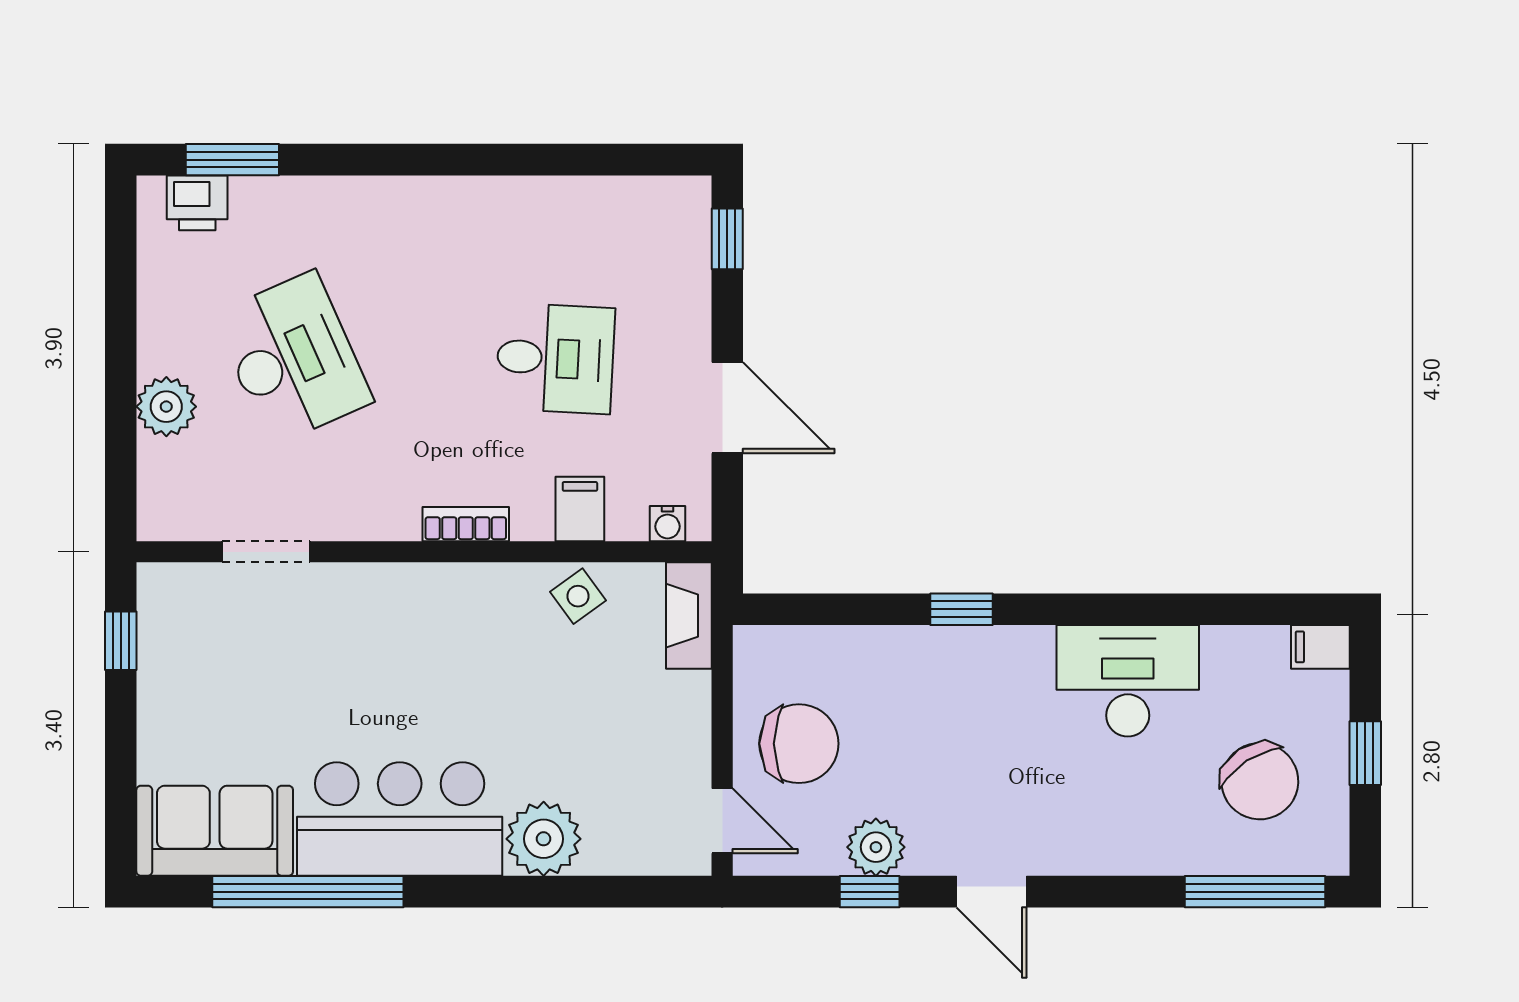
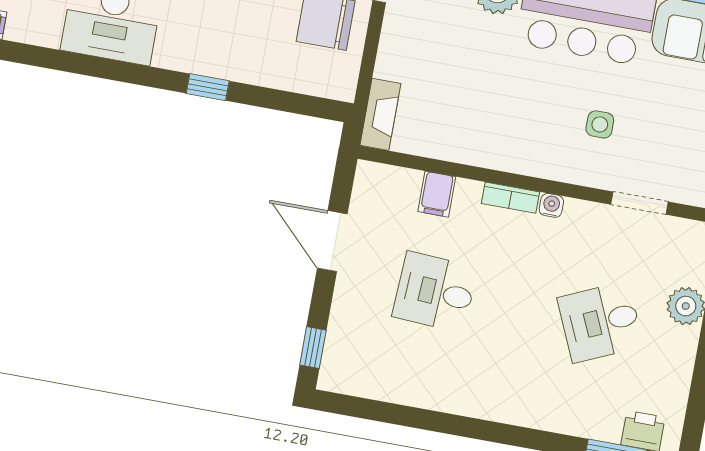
desk: (293, 358) -> (600, 322), width x0.73
water cooler: (668, 524) -> (551, 205), moved
side table: (578, 596) -> (600, 124), moved, turned 36

